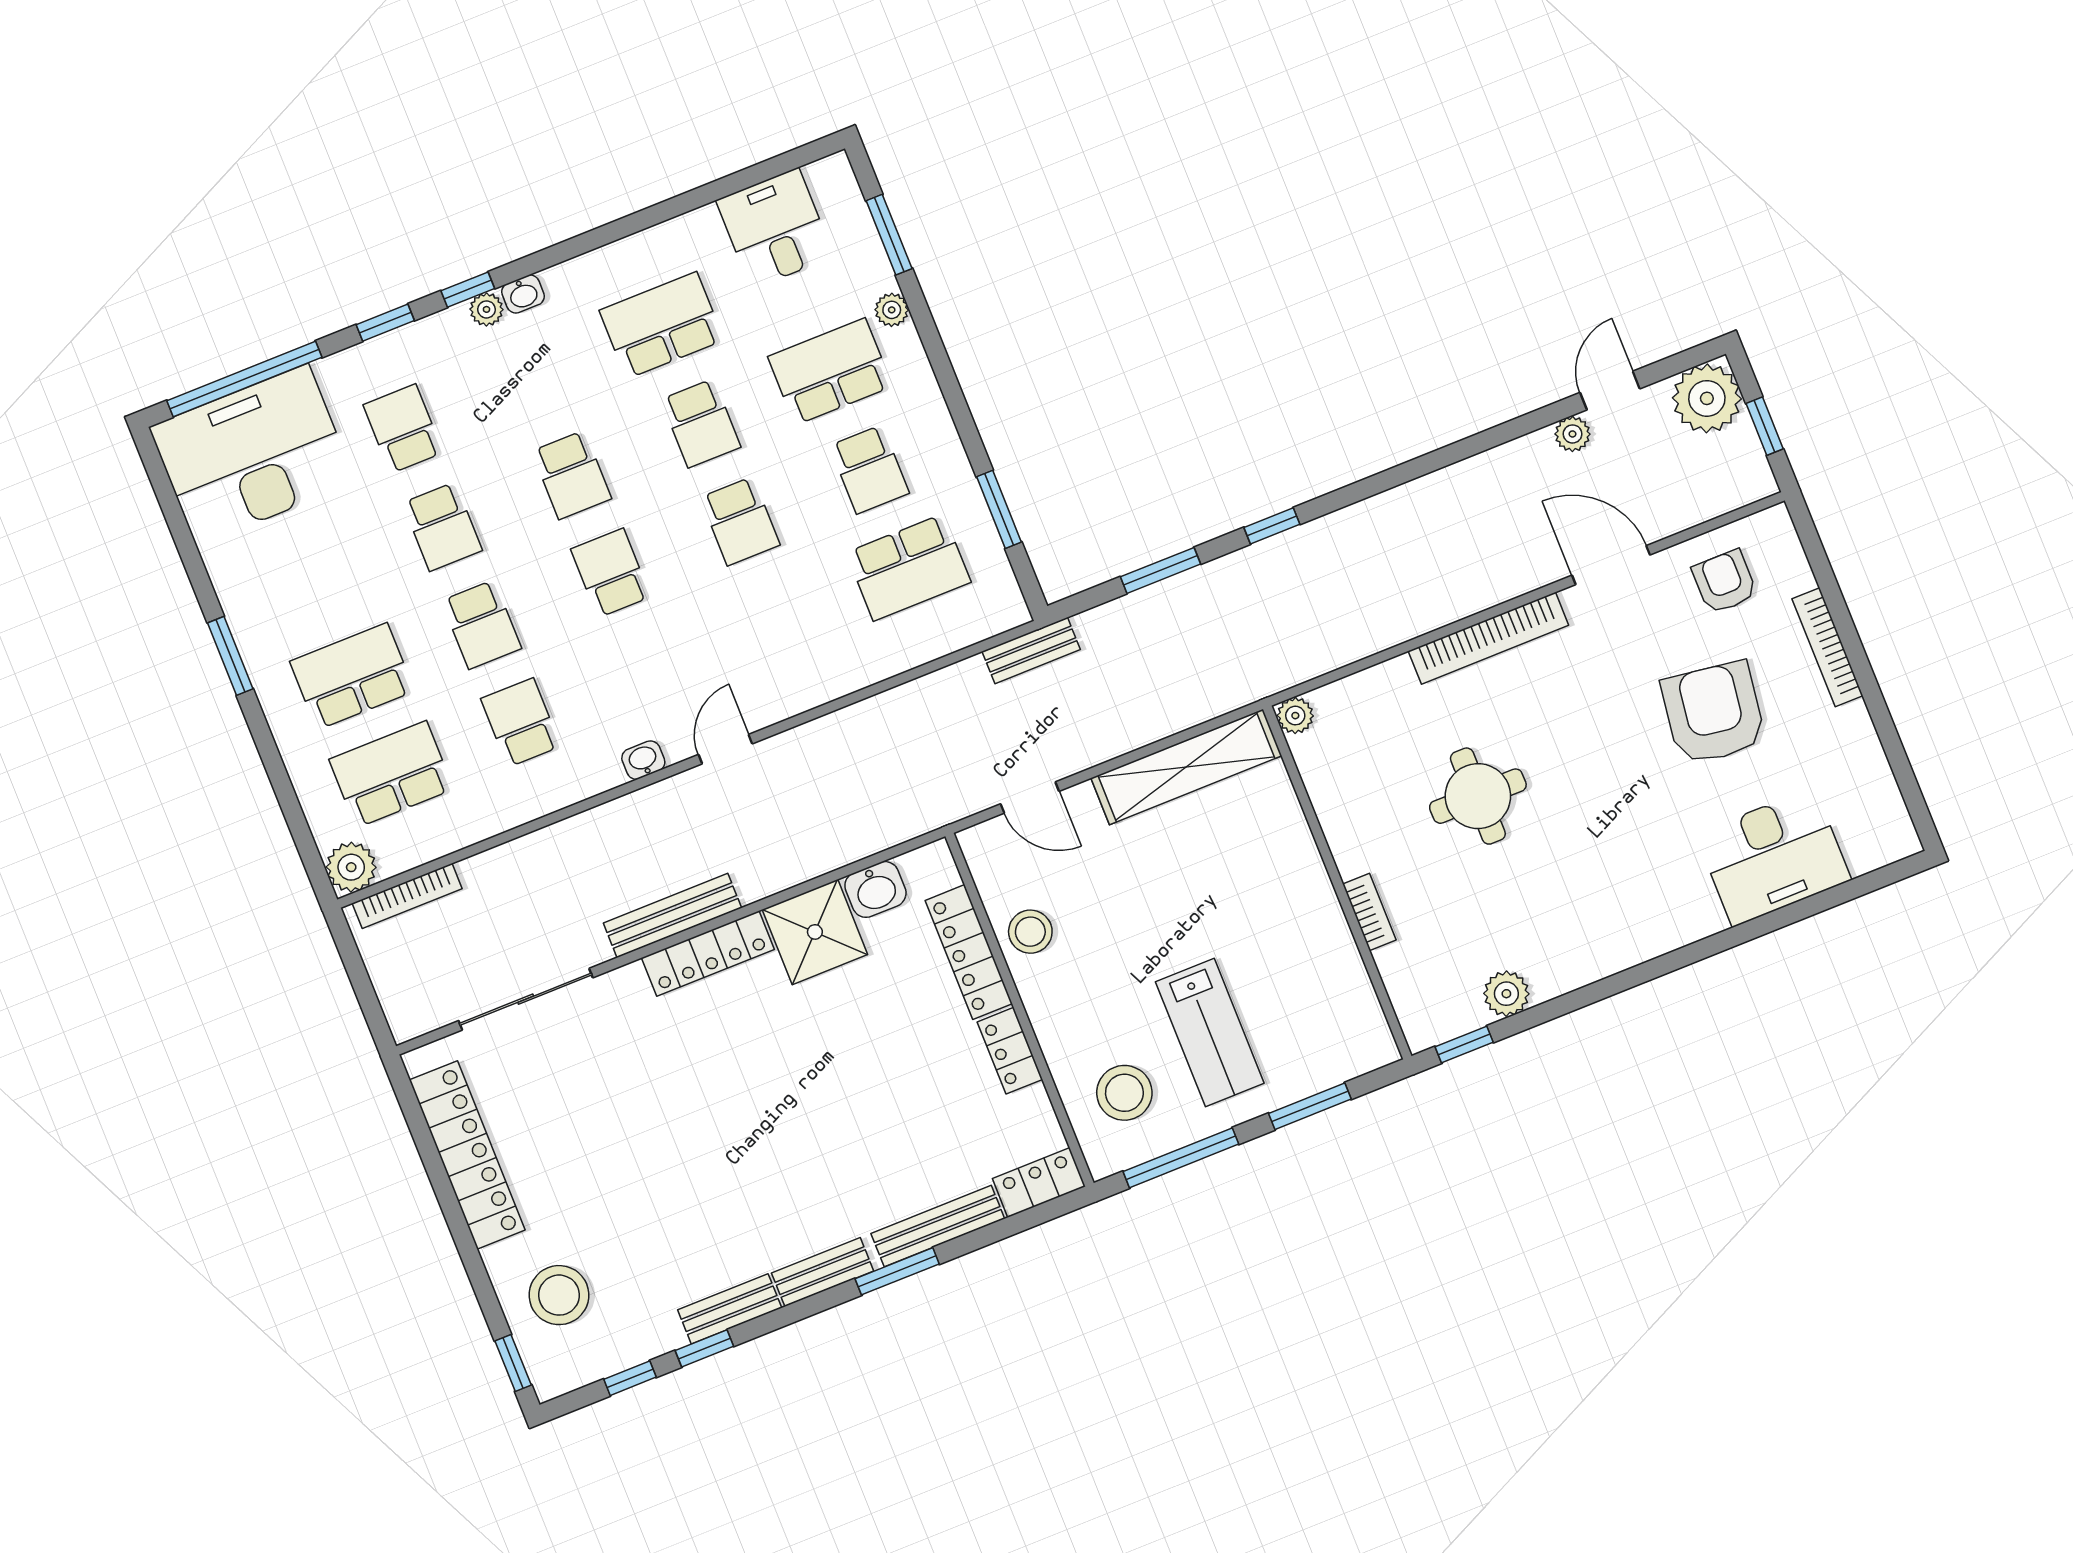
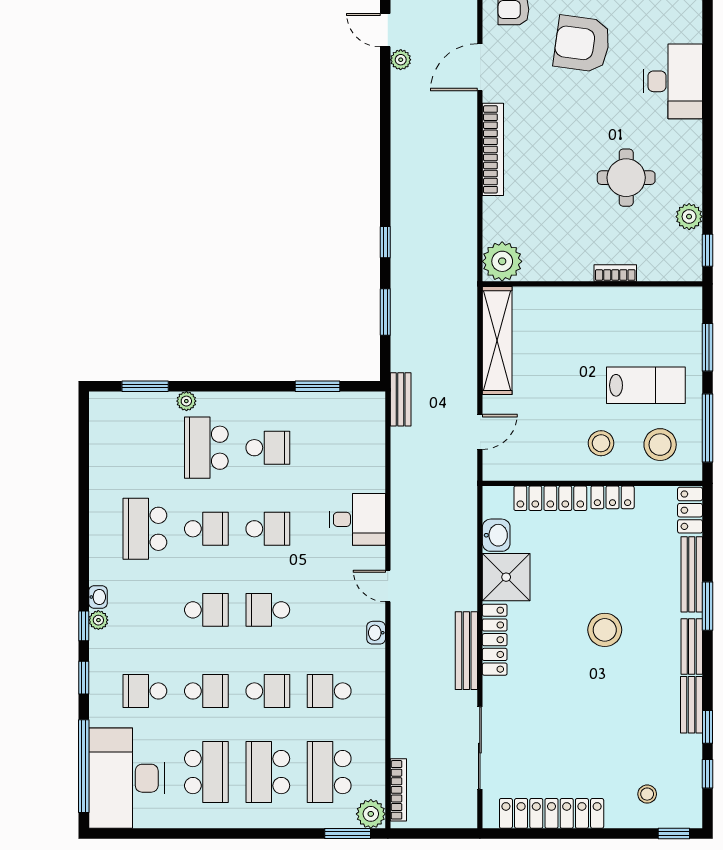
desk: (775, 228) -> (357, 519), moved, turned 180
school desk: (908, 567) -> (206, 772), moved
window: (230, 656) -> (348, 834), moved
plant: (1295, 716) -> (502, 261), width x1.87, depth x1.87
round table: (1478, 796) -> (626, 178), moved
desk: (1773, 857) -> (673, 81), moved
stool: (1030, 932) -> (601, 443), moved
stool: (794, 1123) -> (605, 630), added
stool: (559, 1295) -> (647, 794), width x0.53, depth x0.53

